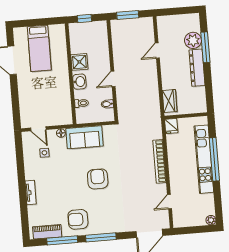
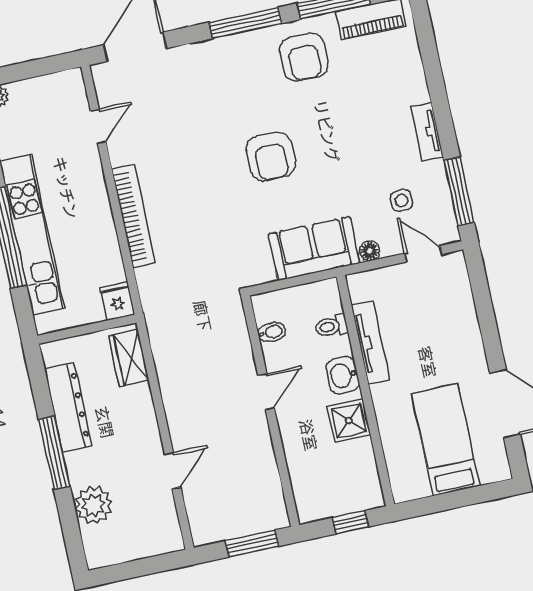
window: (205, 47) -> (54, 453), moved
dresser: (197, 68) -> (68, 407), moved
tv unit: (66, 94) -> (370, 342), added
window: (19, 153) -> (459, 191), added
tv unit: (31, 193) -> (427, 132), moved
armchair: (78, 219) -> (304, 57), turned 90

